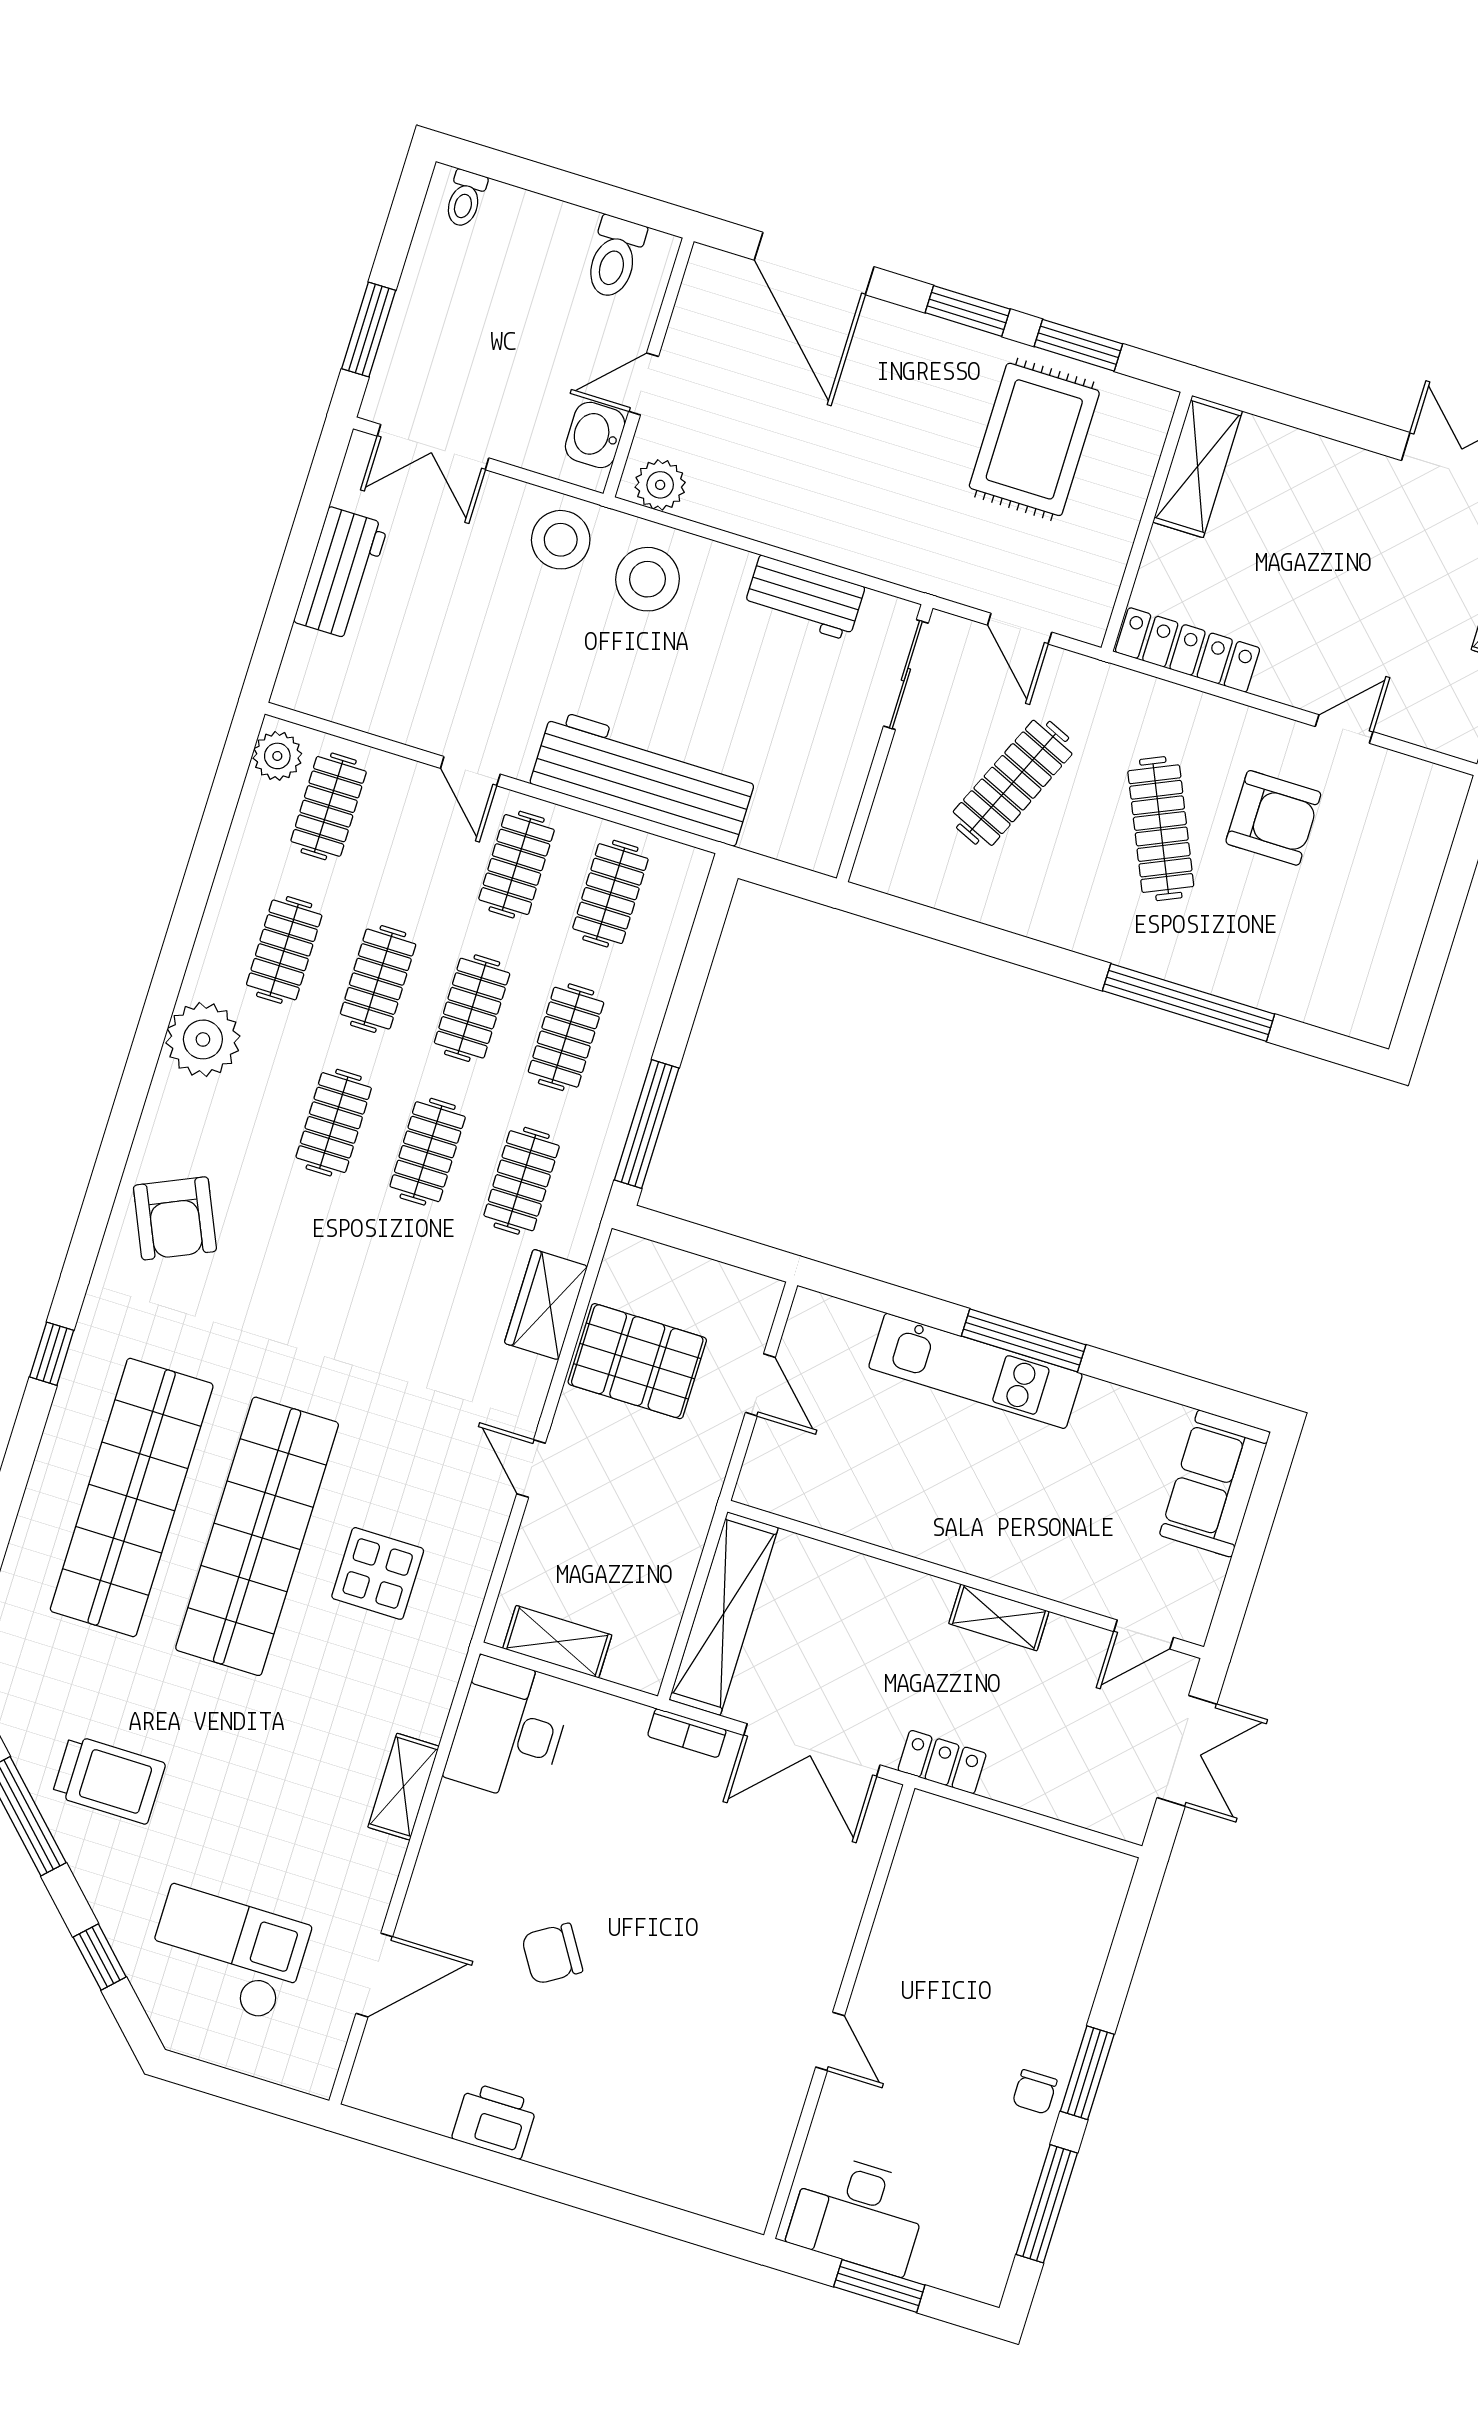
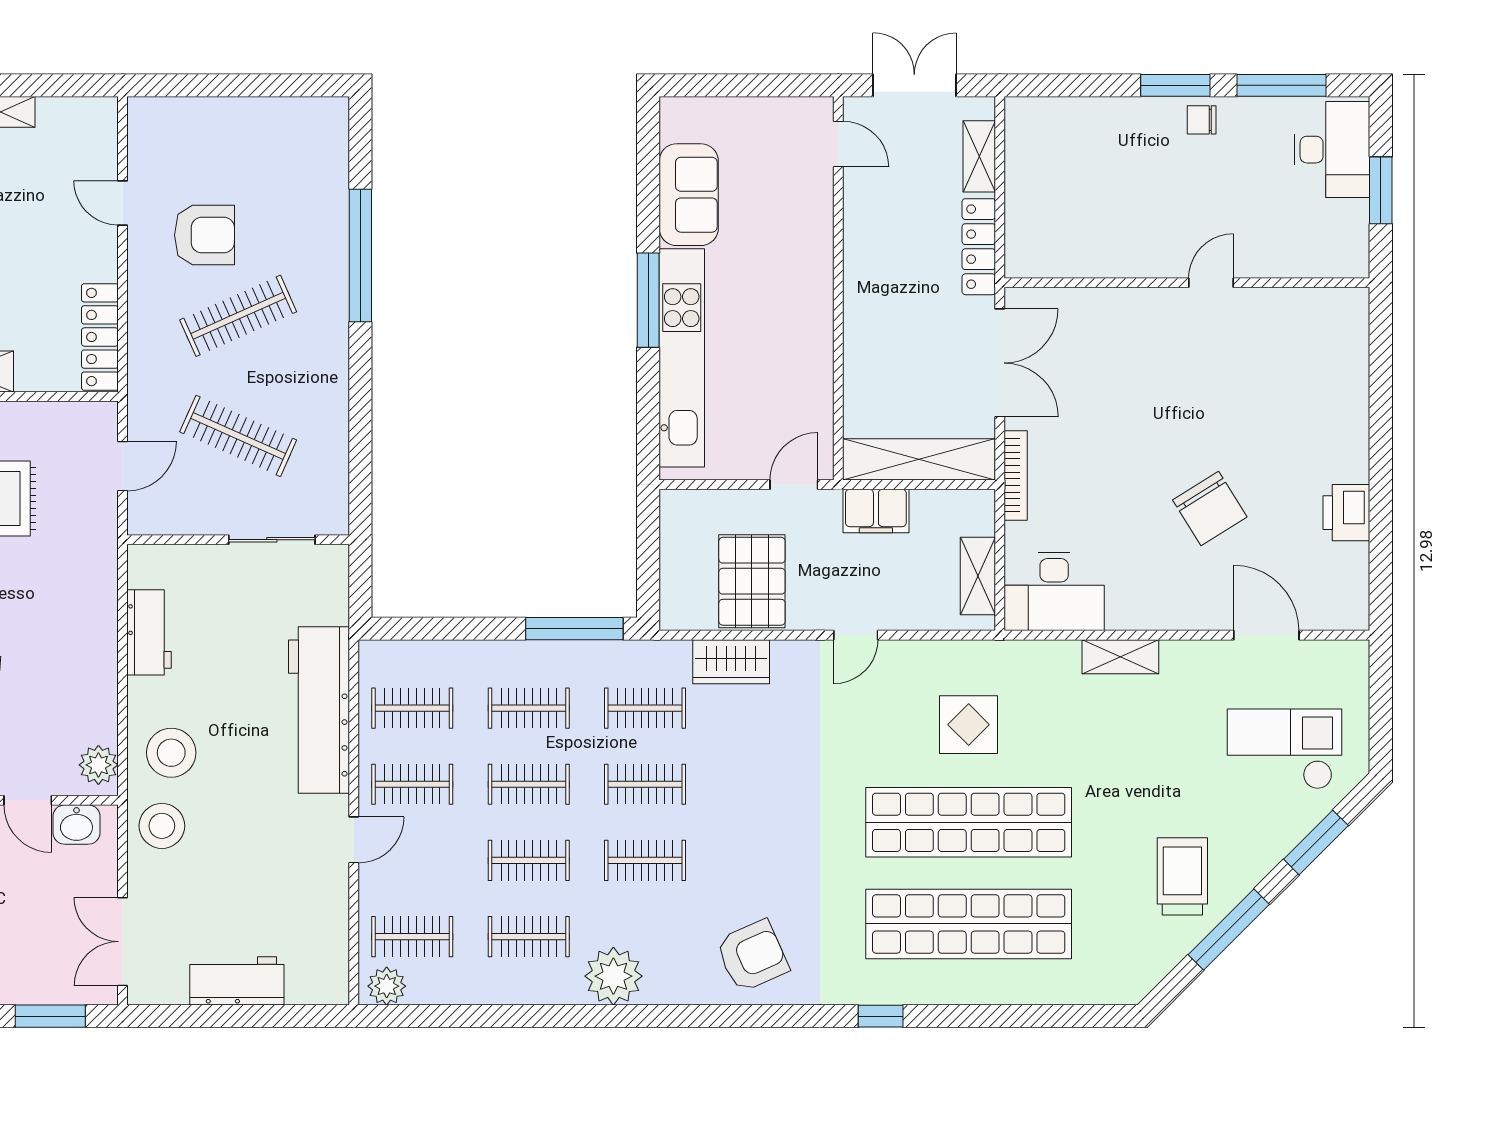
double door: (433, 447) -> (123, 942), swing flipped
sliding door: (906, 675) -> (272, 540), moved
armchair: (1273, 818) -> (204, 235), turned 90
kitchen unit: (975, 1371) -> (682, 358), width x1.36
door: (760, 1385) -> (794, 485), moved
sofa: (1215, 1483) -> (689, 195), moved, turned -90
filing cabinet: (677, 1541) -> (876, 511), added
shelving: (999, 1617) -> (979, 156), moved
bookcase: (687, 1733) -> (1016, 475), width x1.56
locker: (942, 1762) -> (979, 247), width x1.53
checkout: (227, 1954) -> (1284, 749), turned 90
chair: (552, 1954) -> (1210, 509), width x1.37, depth x1.37
window: (100, 1957) -> (1316, 842), width x1.50
chair: (1035, 2092) -> (1202, 120), turned 180
desk: (858, 2213) -> (1332, 150), moved

